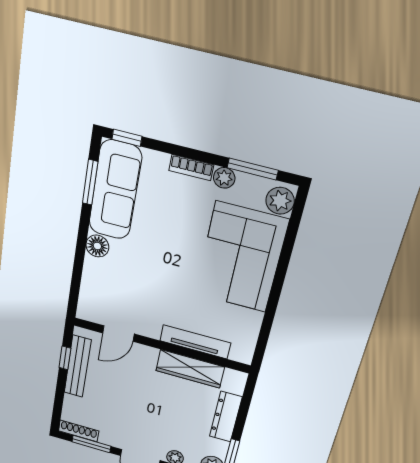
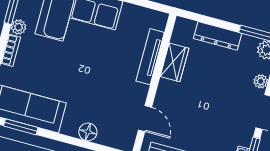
floor lamp: (97, 246) -> (88, 132), moved
wardrobe: (190, 369) -> (174, 62), width x0.67

